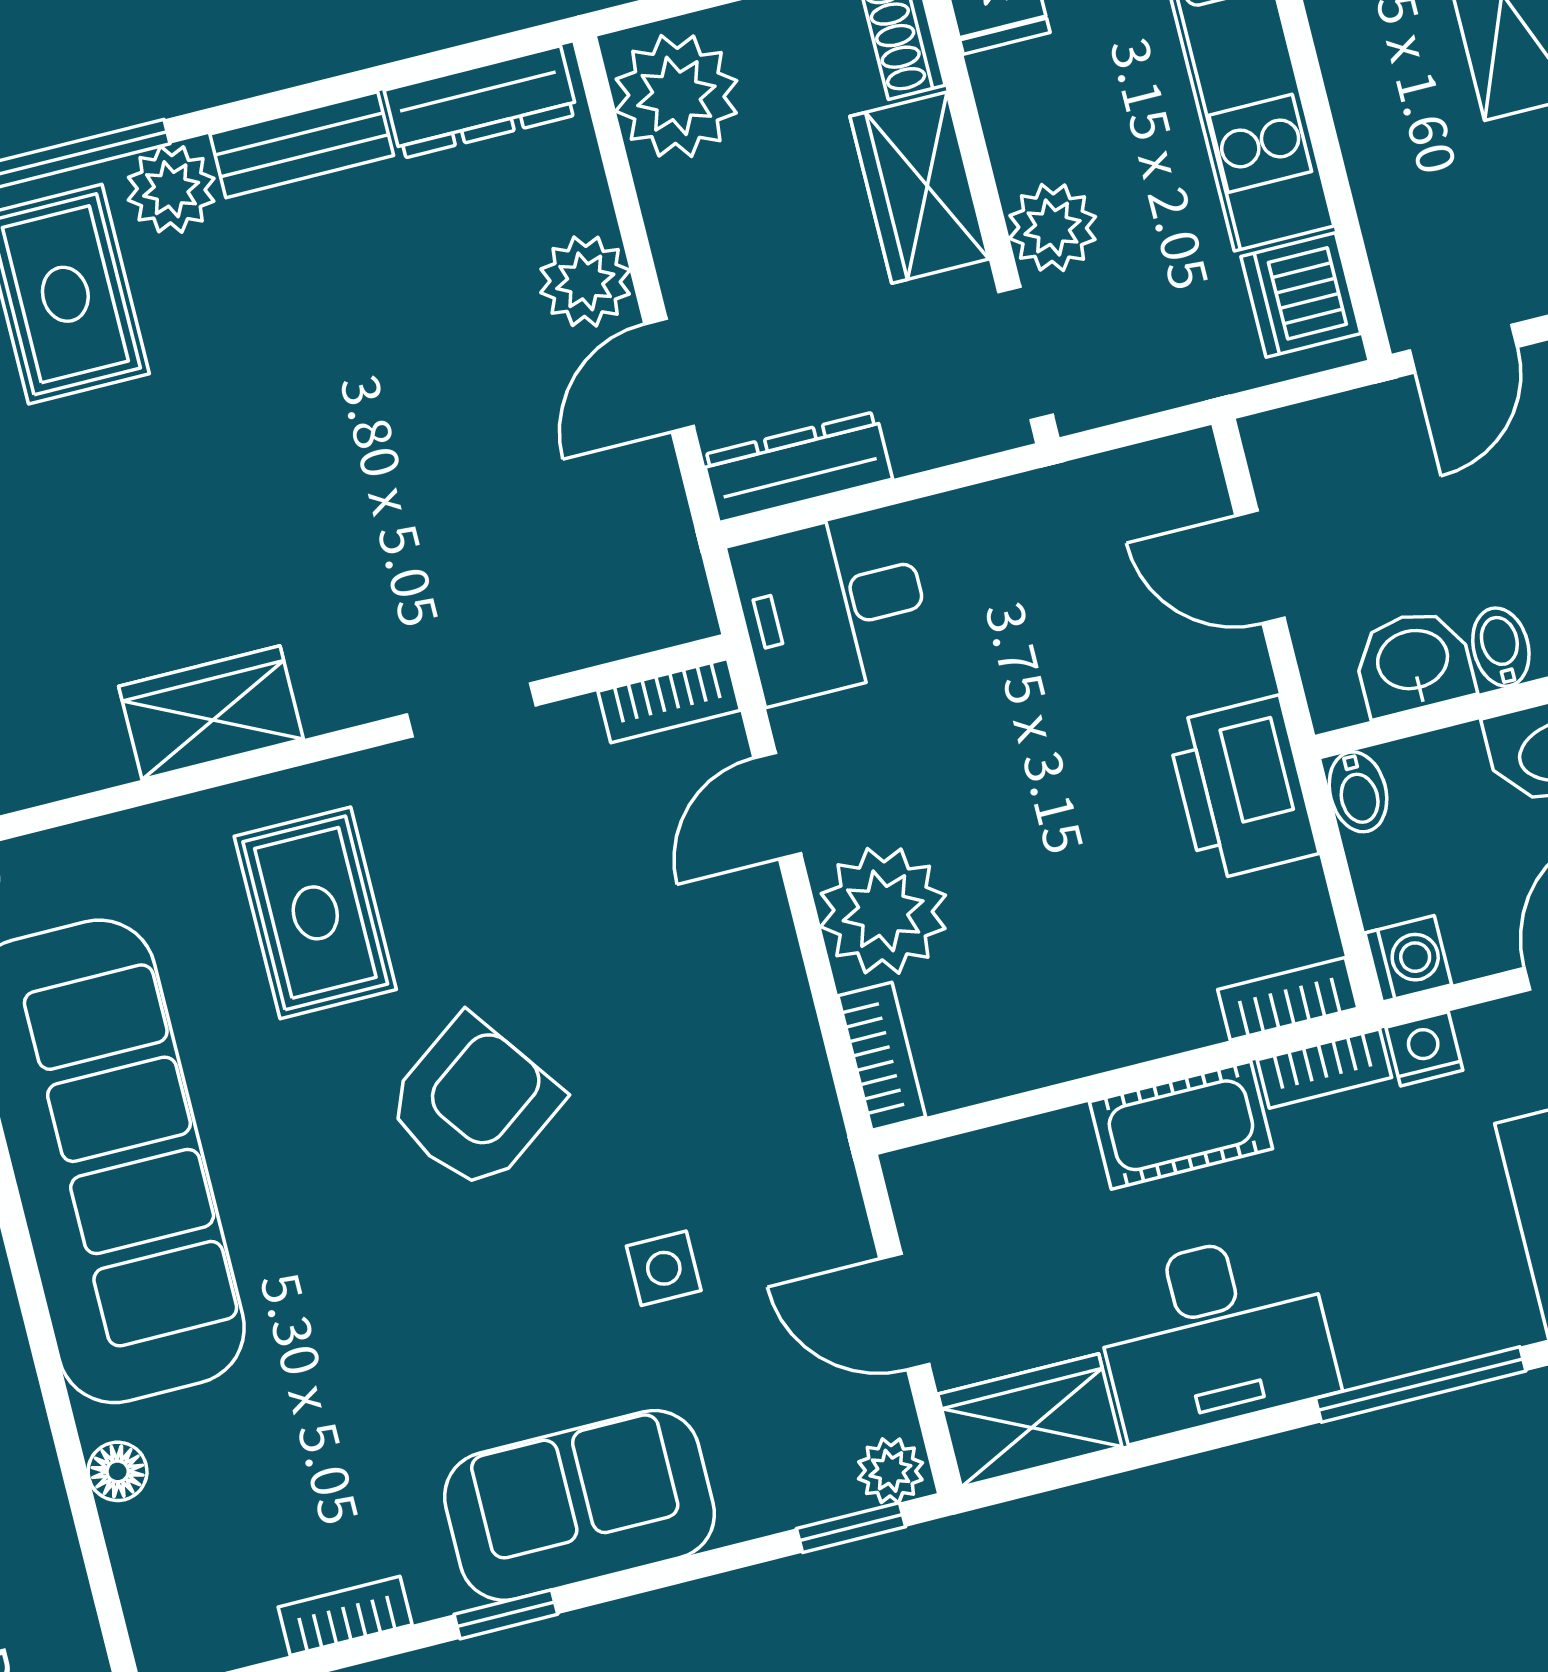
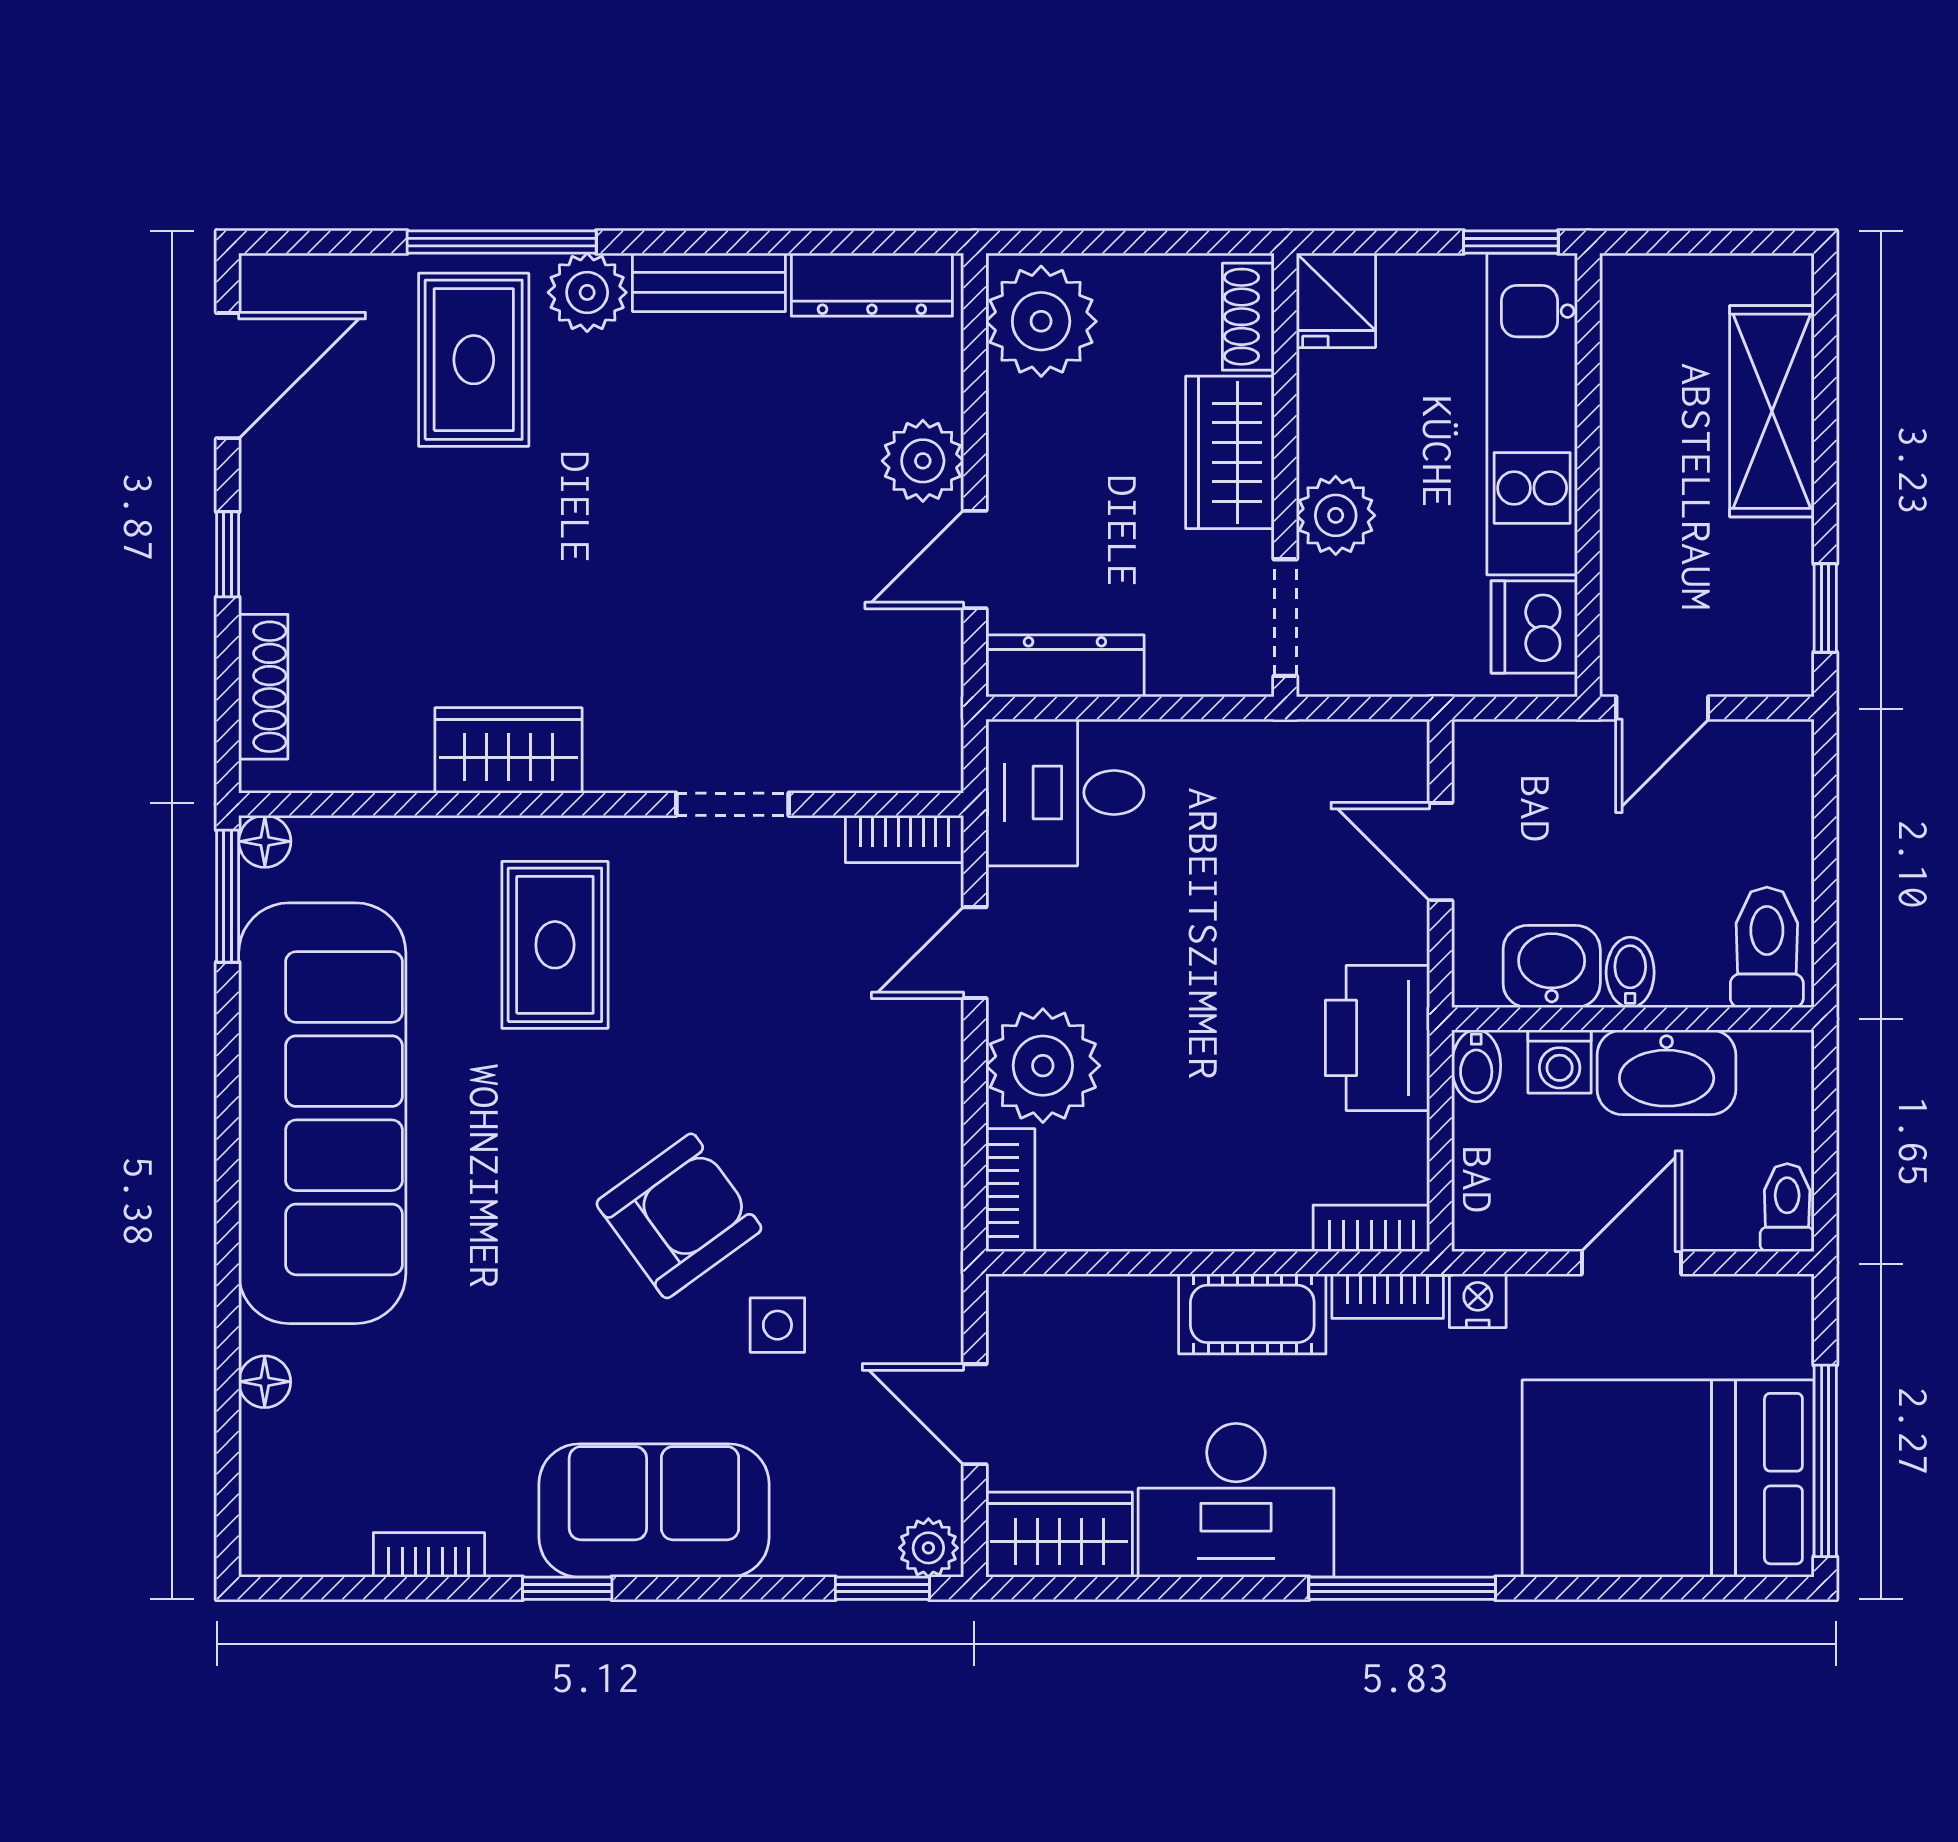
washing machine: (1408, 959) -> (1560, 1061), moved, turned 90
armchair: (473, 1103) -> (679, 1216), moved

